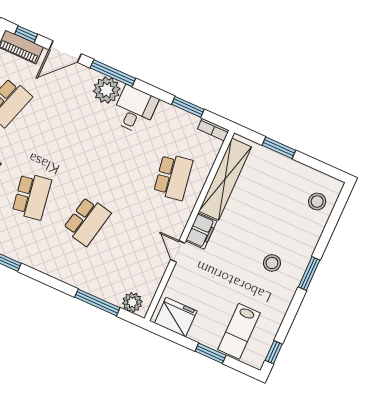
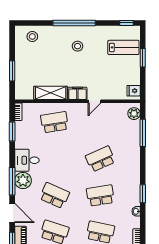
school desk: (63, 127) -> (54, 195), added
shelving: (225, 179) -> (51, 93), width x0.68
school desk: (87, 221) -> (100, 159), turned -36
window: (309, 274) -> (74, 23), width x2.11
fridge: (176, 317) -> (134, 91), width x0.53, depth x0.75

